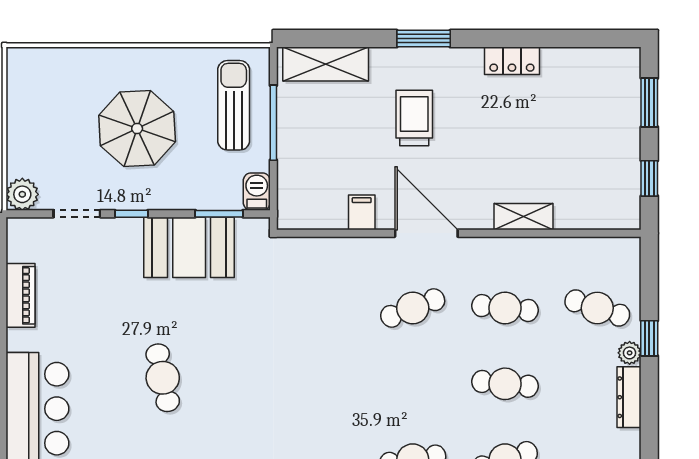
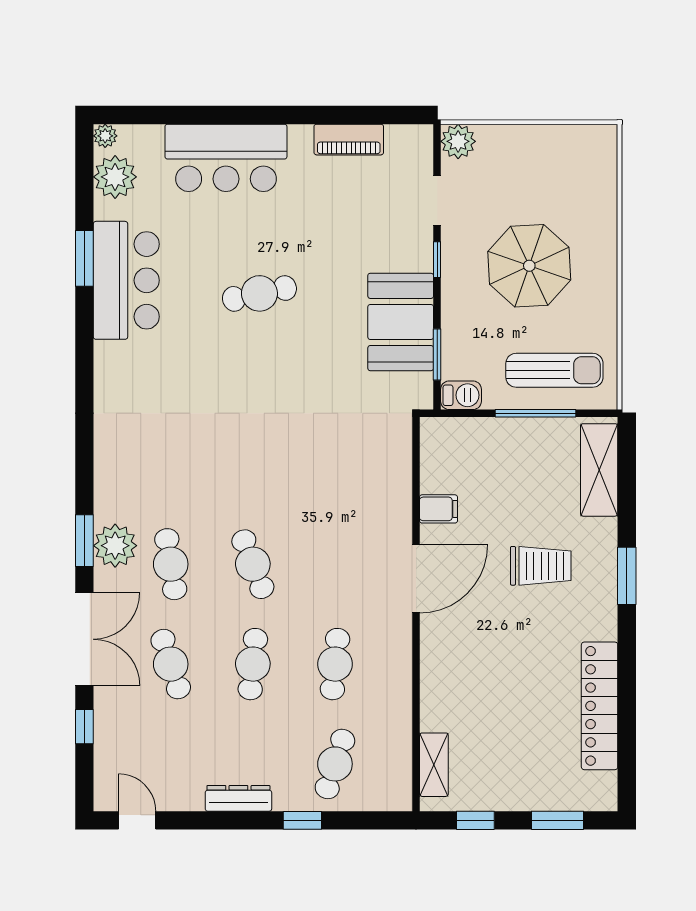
locker: (512, 61) -> (600, 706), width x2.16, depth x1.21
shelving: (524, 217) -> (434, 765), moved
cafe table: (413, 308) -> (253, 564), moved
plant: (630, 353) -> (286, 799), removed

